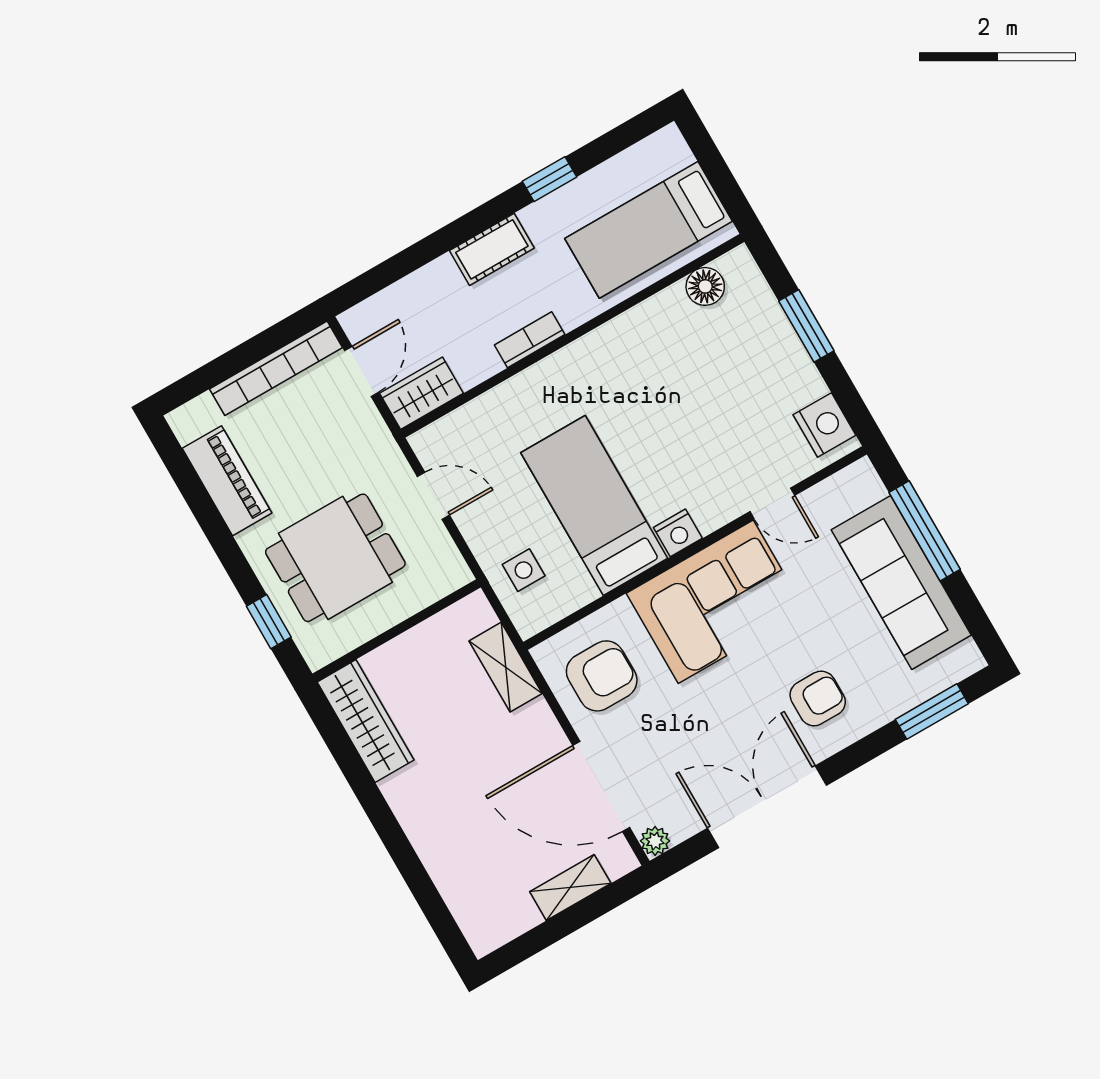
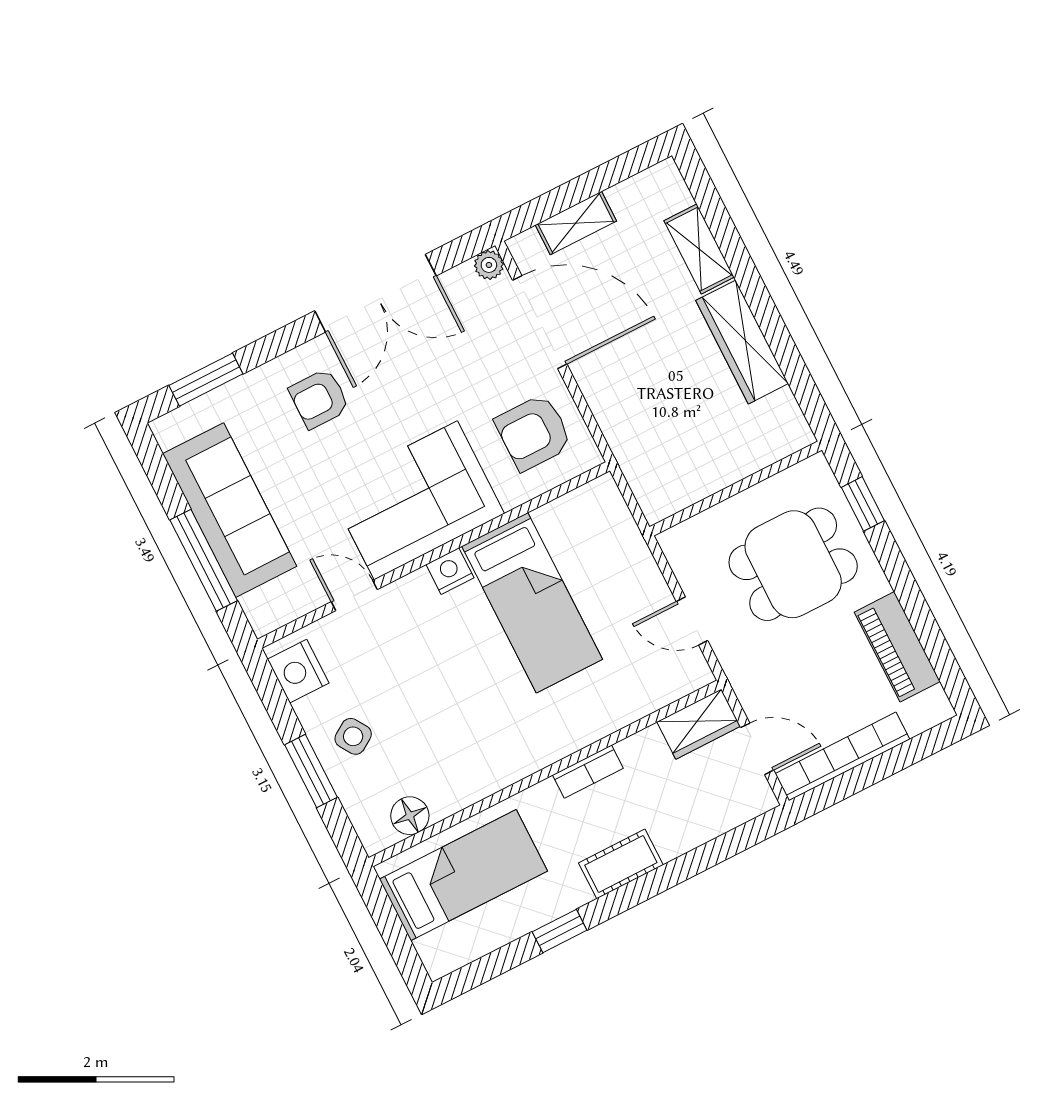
door: (362, 371) -> (757, 749), swing flipped
side table: (524, 570) -> (353, 736), moved, turned -33
shelving: (506, 667) -> (699, 249), moved
wardrobe: (366, 721) -> (742, 342), moved

